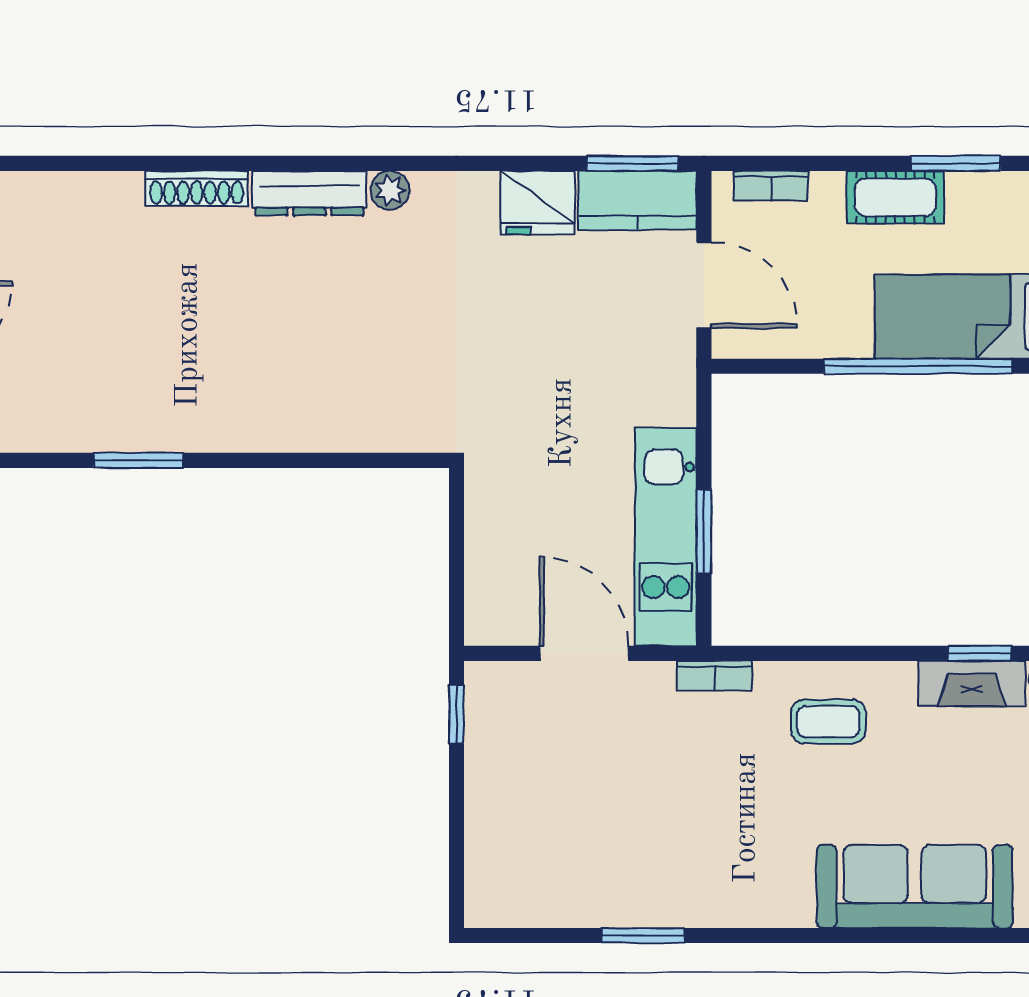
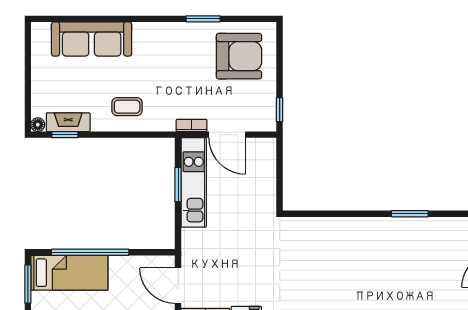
bookcase: (715, 676) -> (192, 125), moved
armchair: (555, 845) -> (239, 56), added

